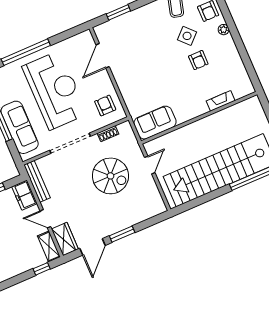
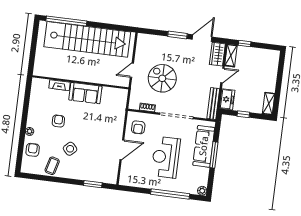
side table: (187, 36) -> (70, 149), moved
door: (103, 56) -> (122, 150), moved
reception desk: (55, 90) -> (166, 157), width x0.74, depth x0.77
sofa: (155, 123) -> (85, 93), moved
door: (45, 219) -> (222, 75), hinge flipped

